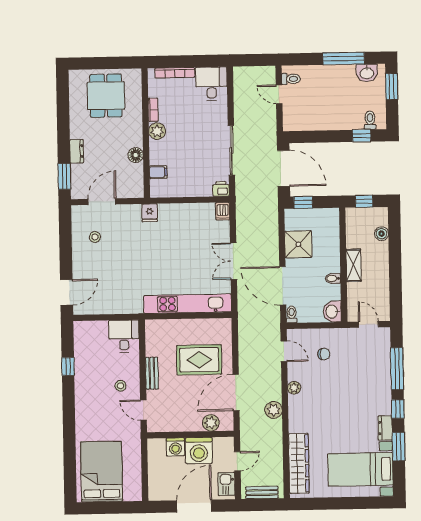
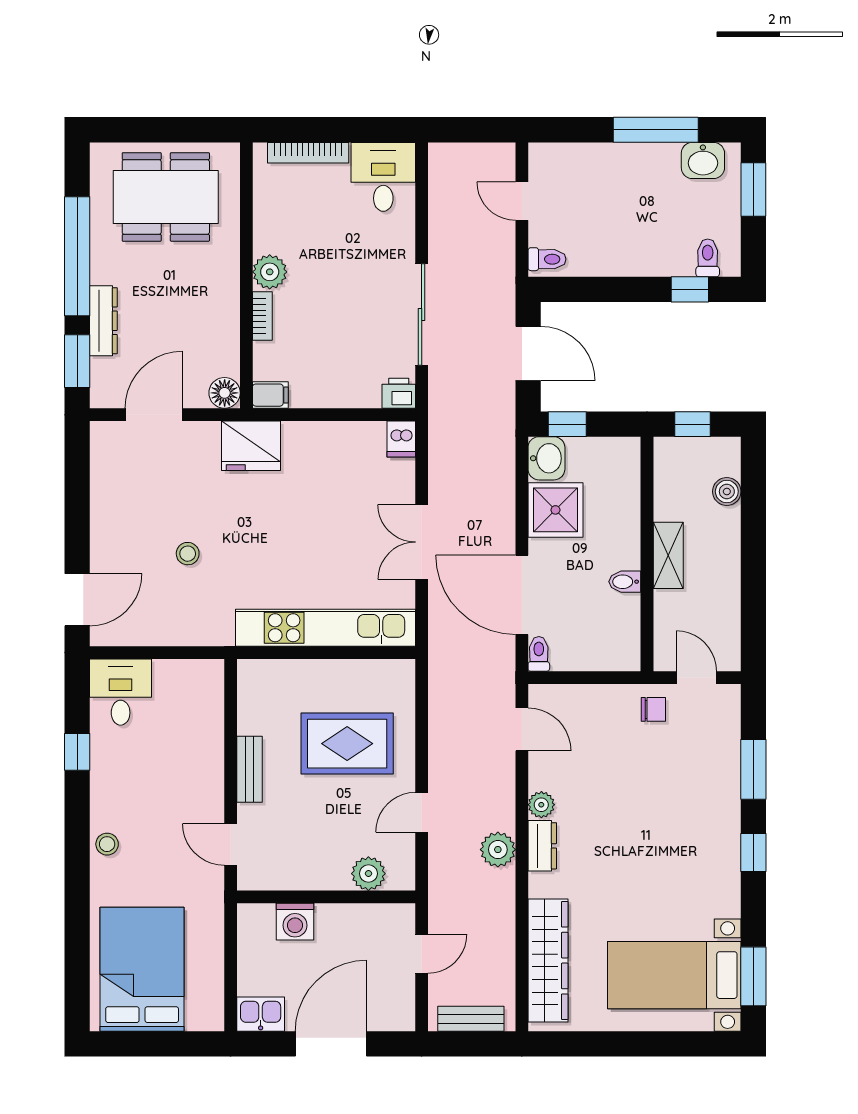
toilet: (291, 79) -> (547, 259), moved
dining table: (106, 96) -> (166, 197), width x1.38
bookcase: (153, 110) -> (262, 316), moved
window: (63, 125) -> (77, 256), added
dresser: (77, 151) -> (103, 321), width x1.44
floor lamp: (136, 155) -> (225, 393), moved
door: (284, 168) -> (528, 353), width x0.73
filing cabinet: (158, 172) -> (270, 395), moved
fridge: (150, 213) -> (251, 446), width x1.88, depth x1.34
stool: (95, 237) -> (188, 554), moved
washbasin: (332, 312) -> (546, 458), moved, turned 180
desk: (124, 336) -> (121, 692), moved
chair: (324, 354) -> (653, 709), moved
window: (397, 369) -> (753, 769), width x0.69
stool: (120, 386) -> (107, 844), moved
door: (236, 393) -> (422, 812), width x0.53
dresser: (385, 428) -> (542, 846), moved, turned 180
window: (399, 447) -> (753, 976), moved
washing machine: (199, 451) -> (343, 930), removed
kitchen sink: (226, 484) -> (261, 1014), moved, turned 90

